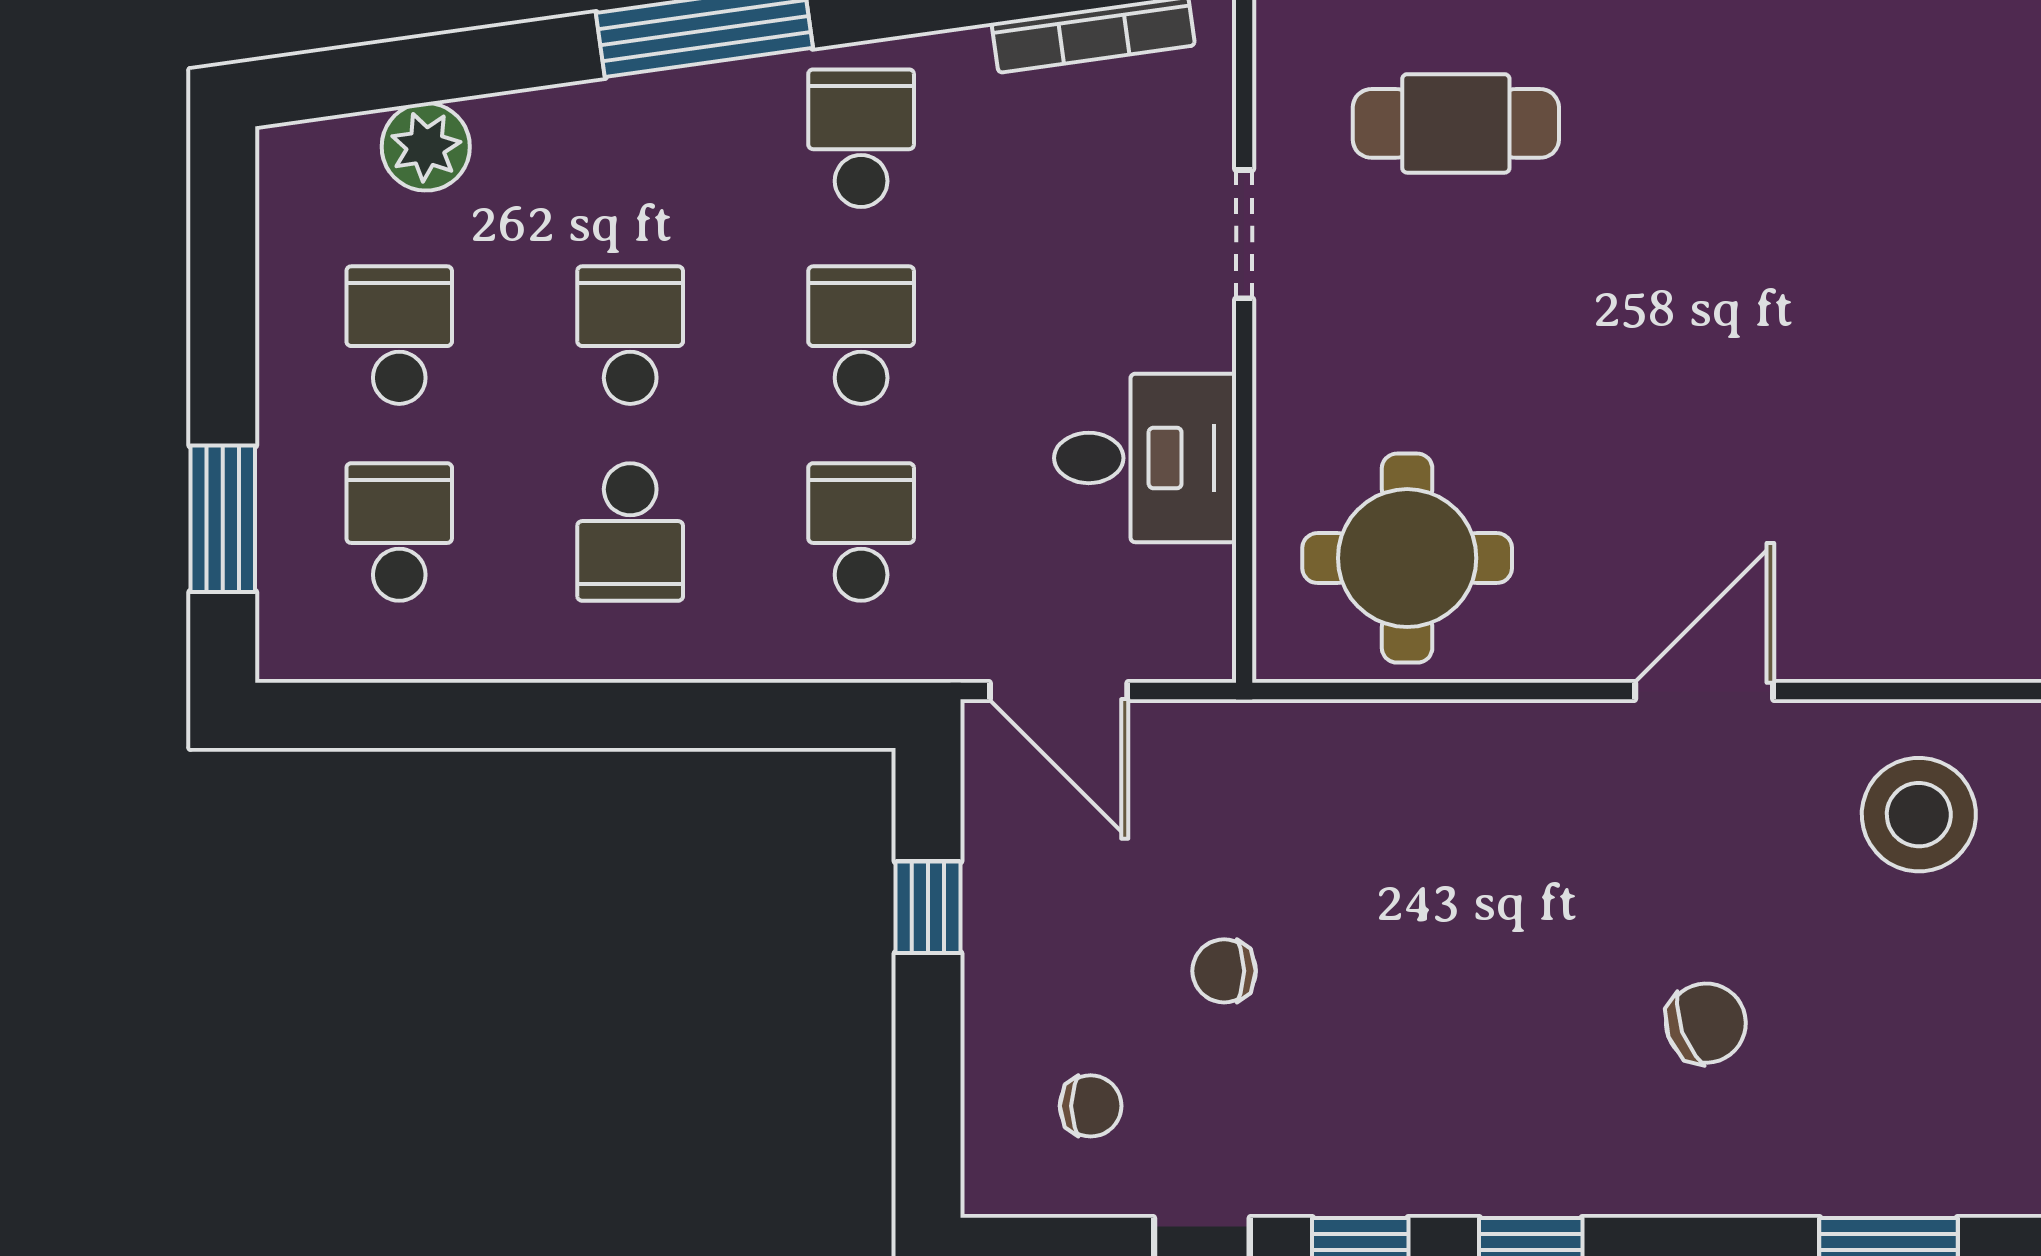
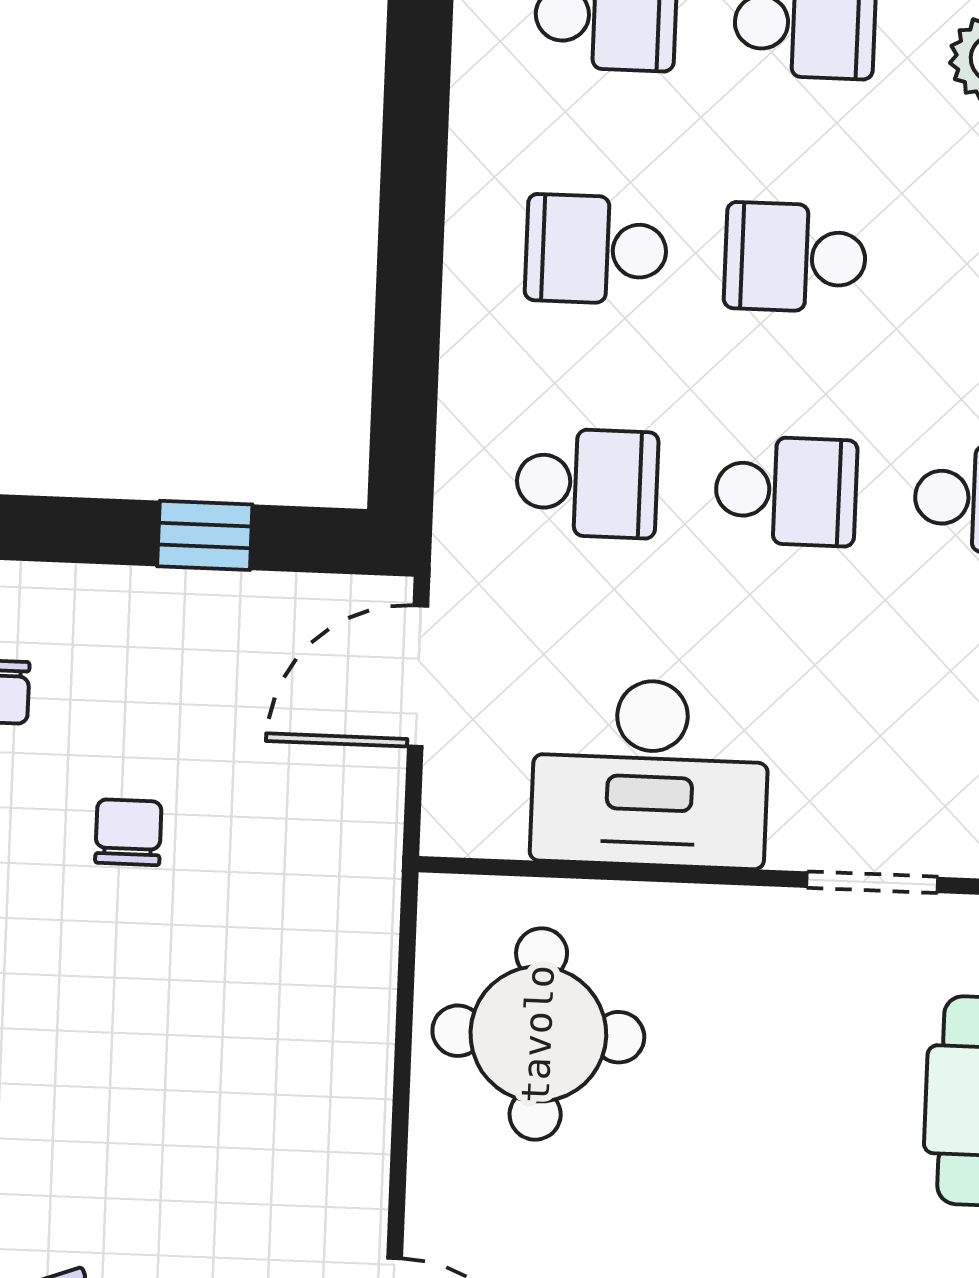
school desk: (630, 335) -> (795, 257), turned 180
desk: (1145, 458) -> (650, 773), width x1.37

